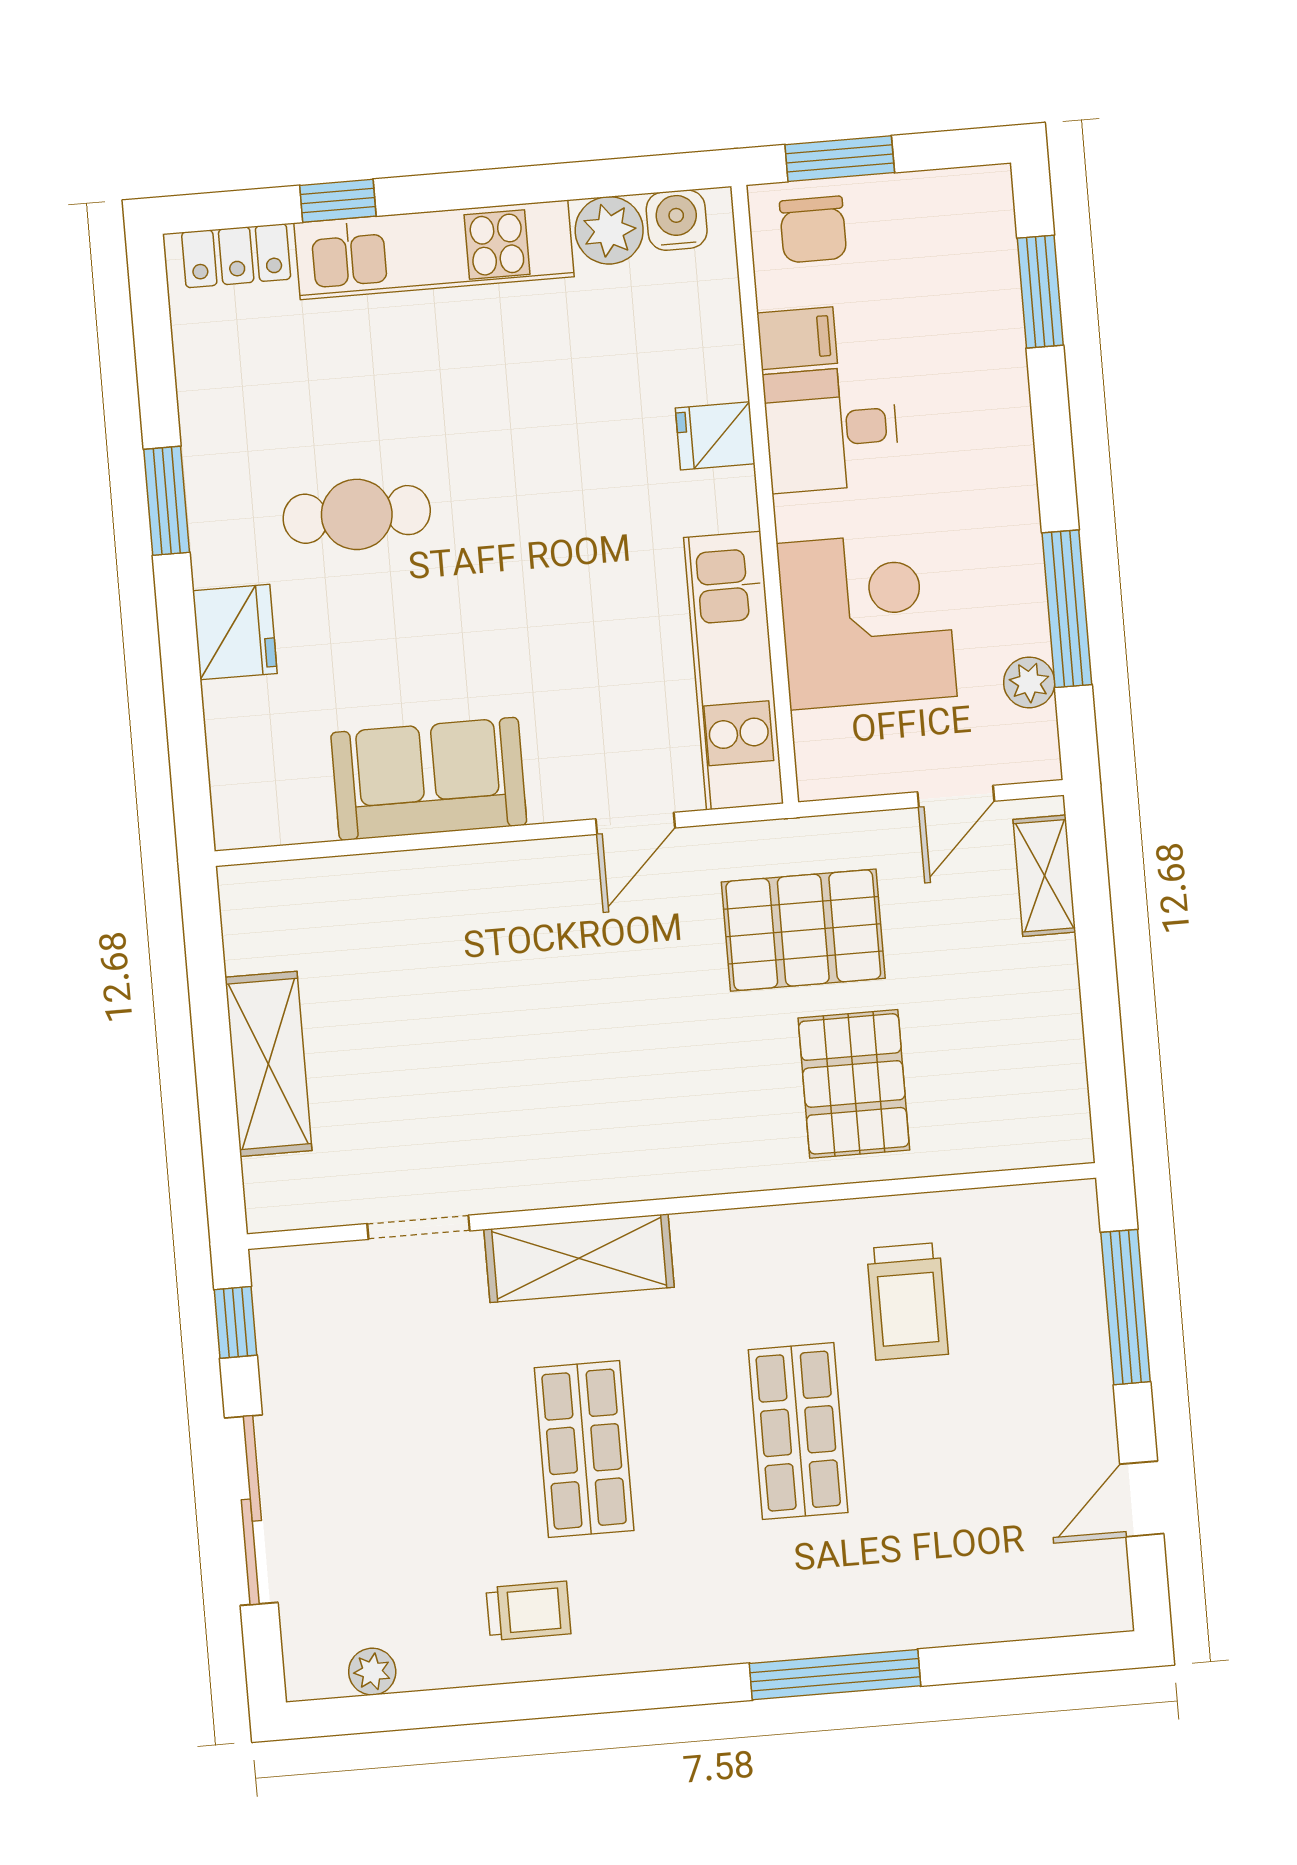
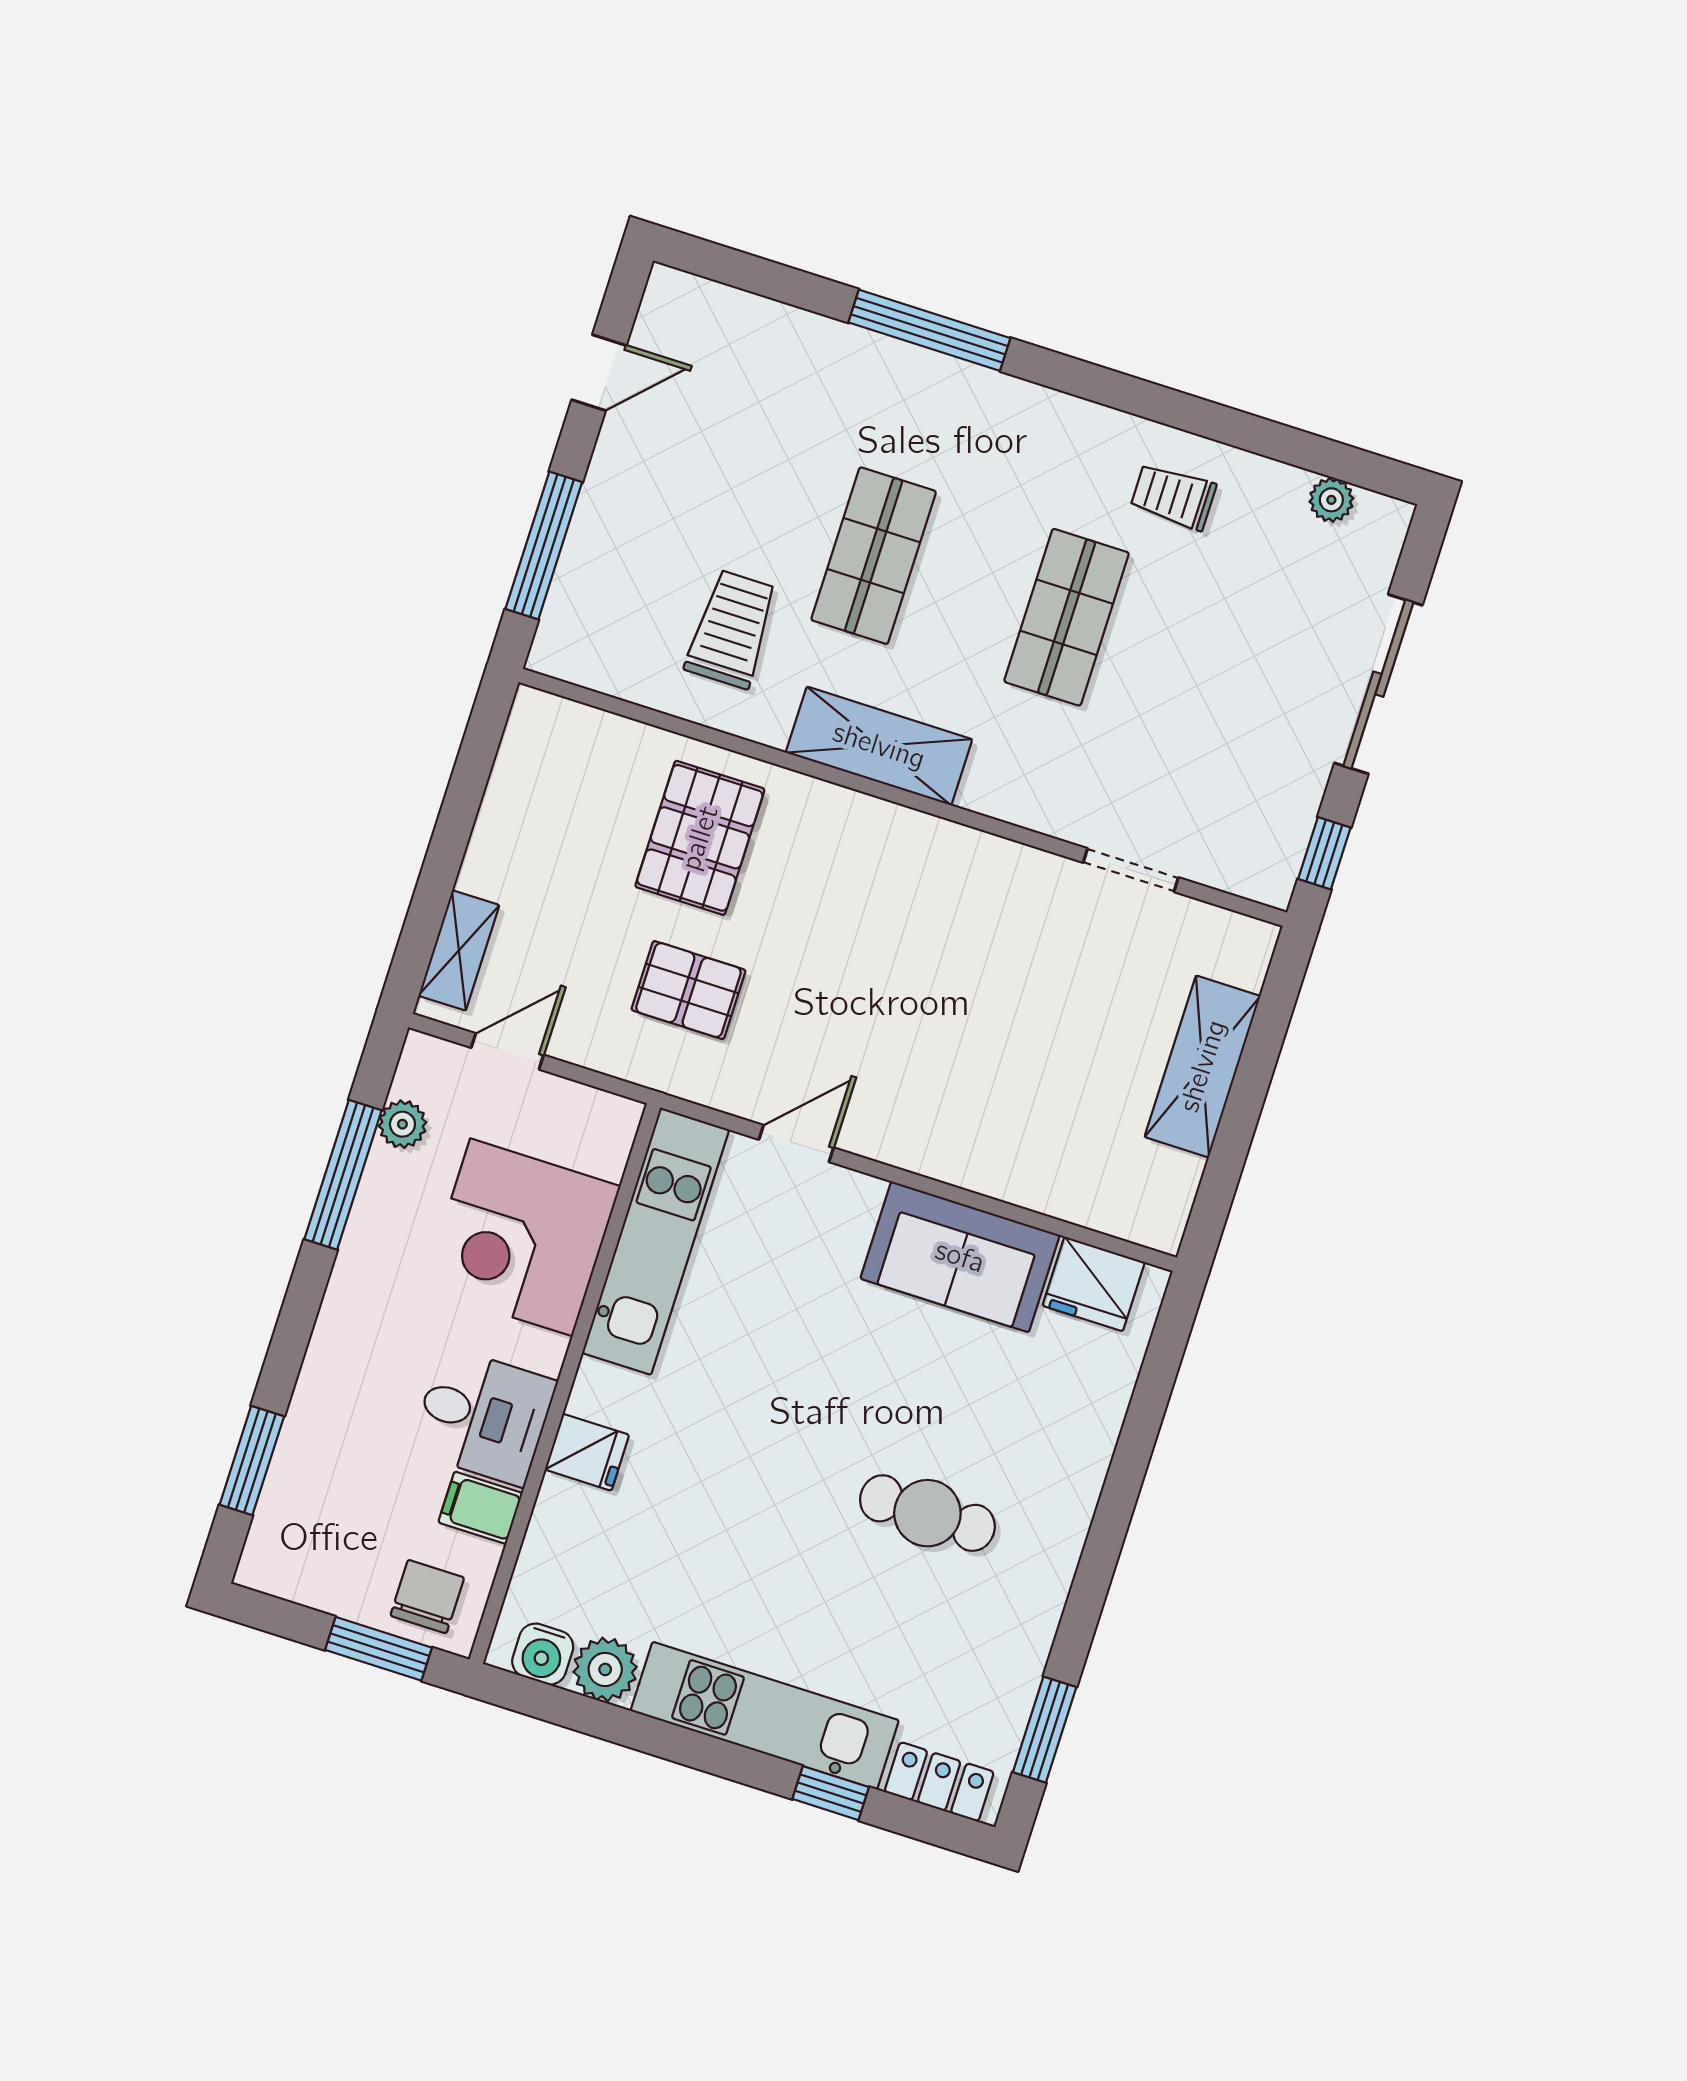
window: (167, 501) -> (1045, 1730), moved
fridge: (235, 632) -> (1094, 1284), moved, turned -90
pallet: (803, 930) -> (688, 990), width x0.67, depth x0.71
shelving: (579, 1258) -> (879, 746), moved

